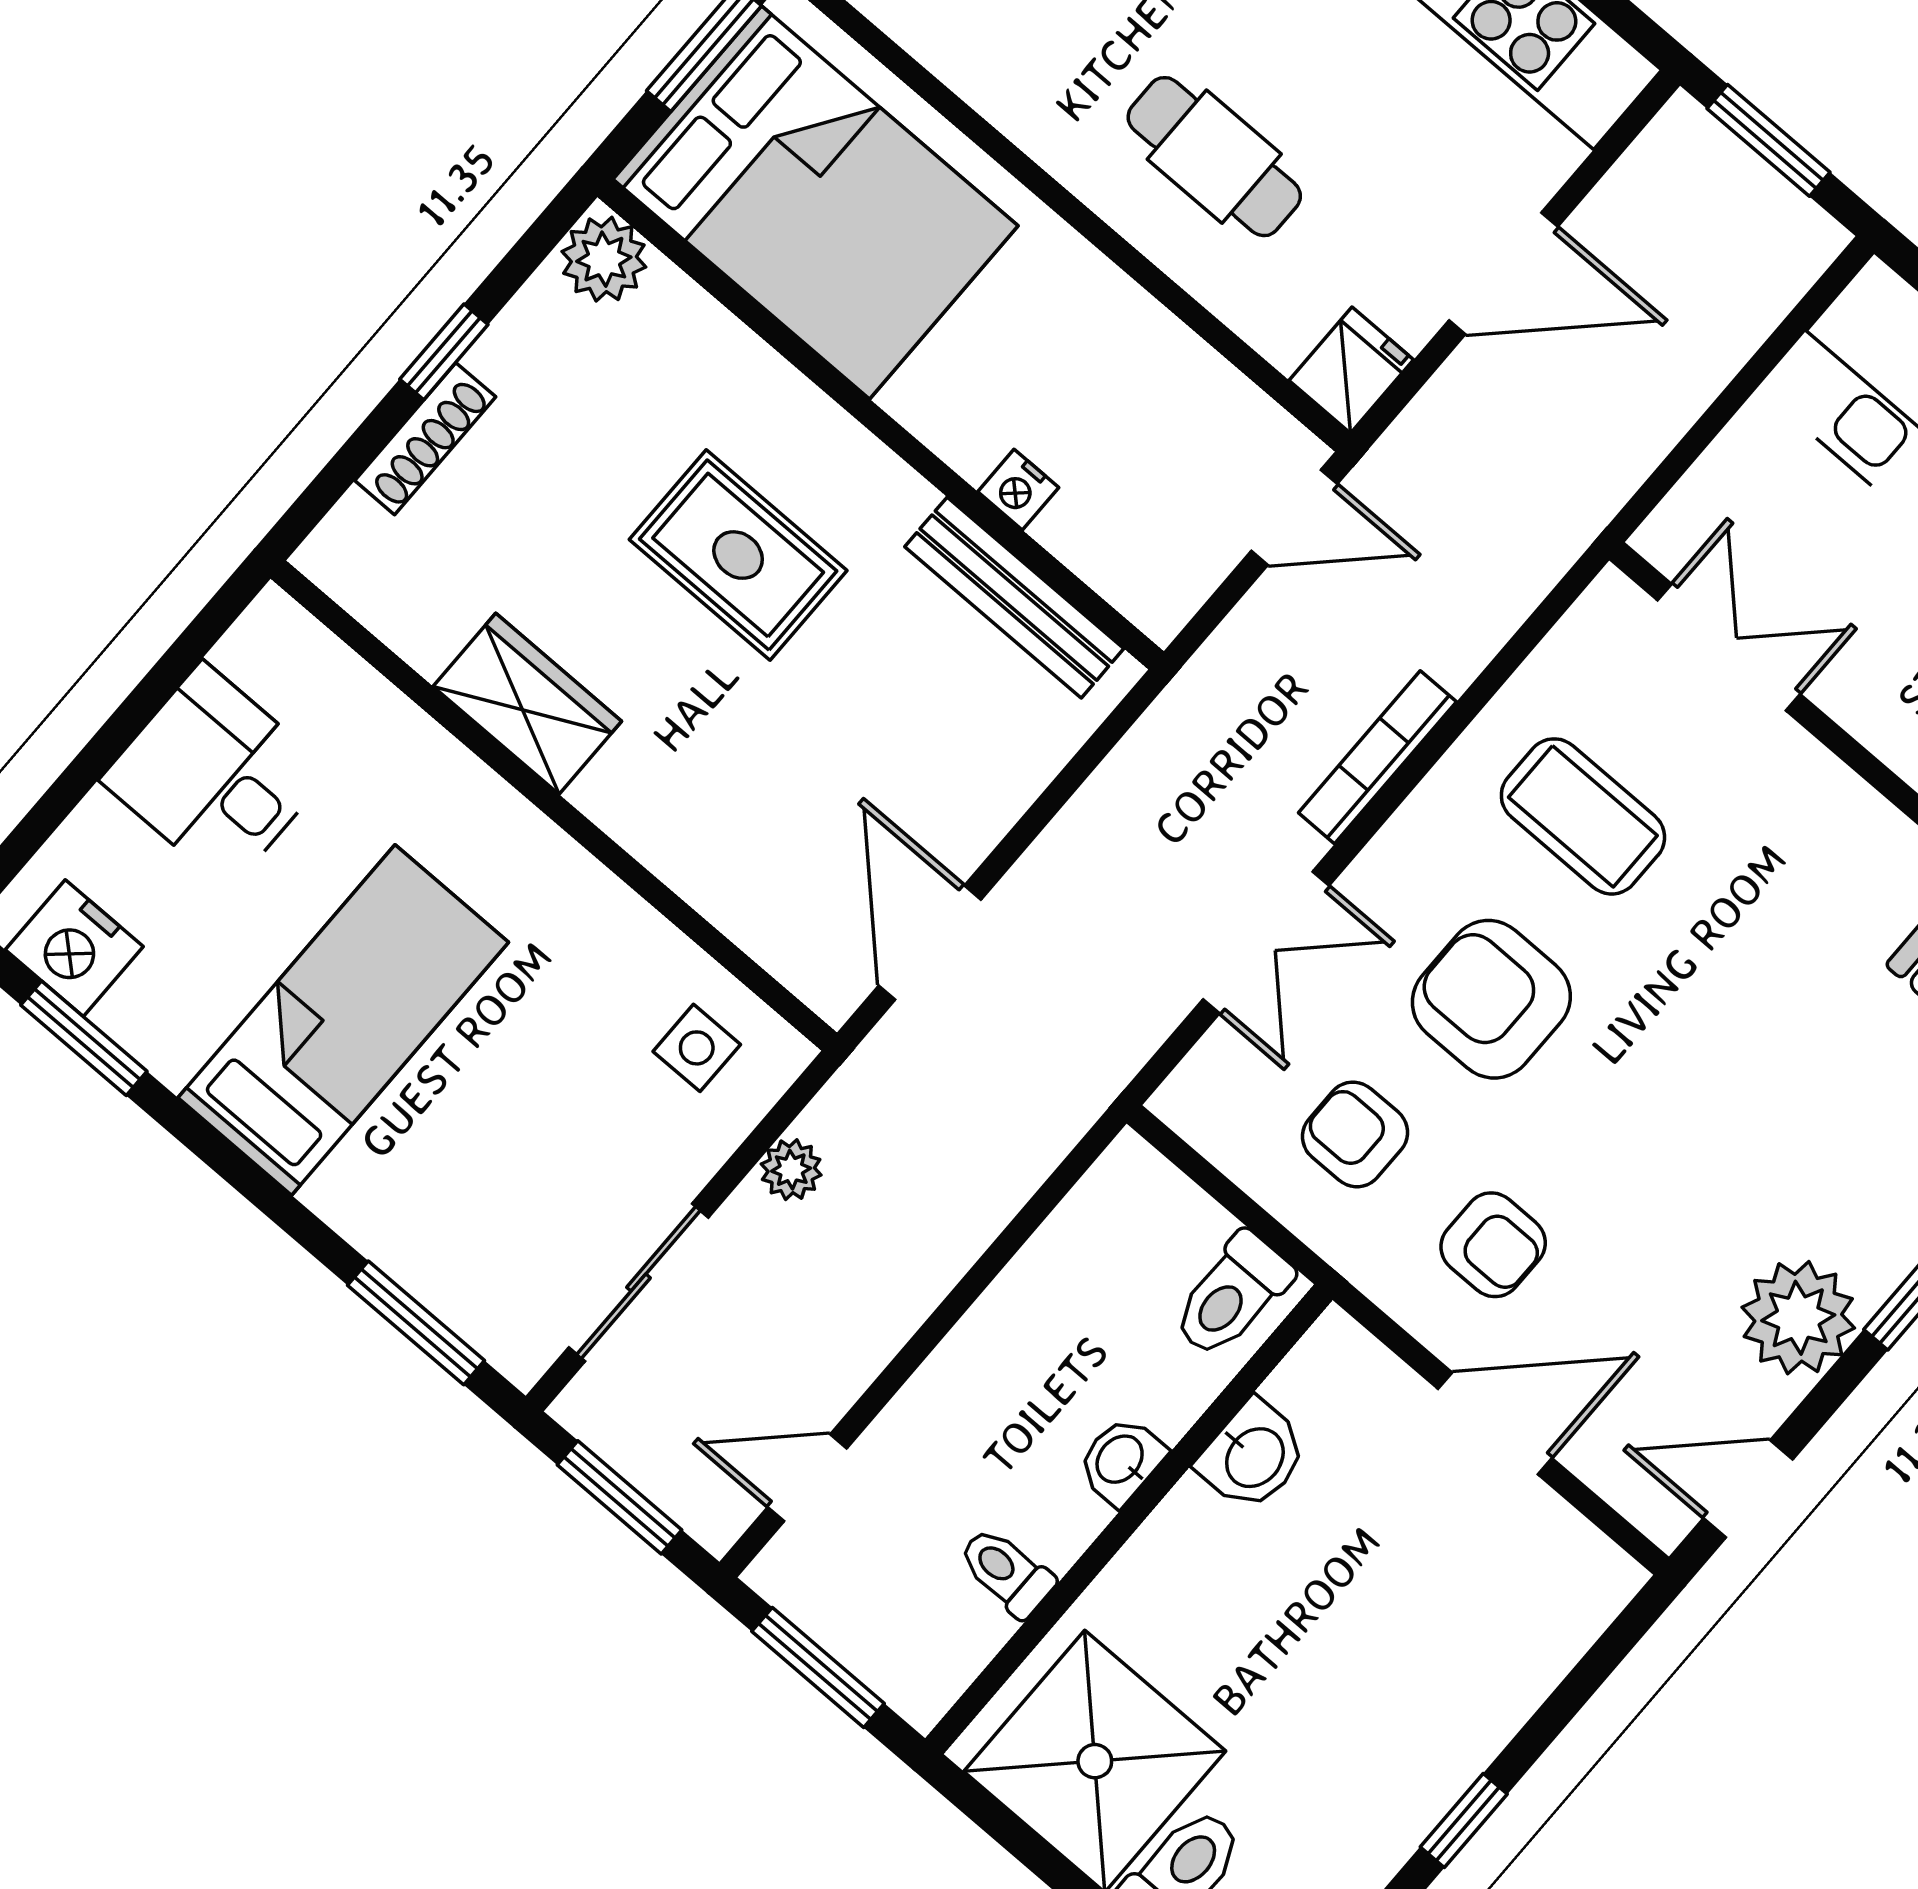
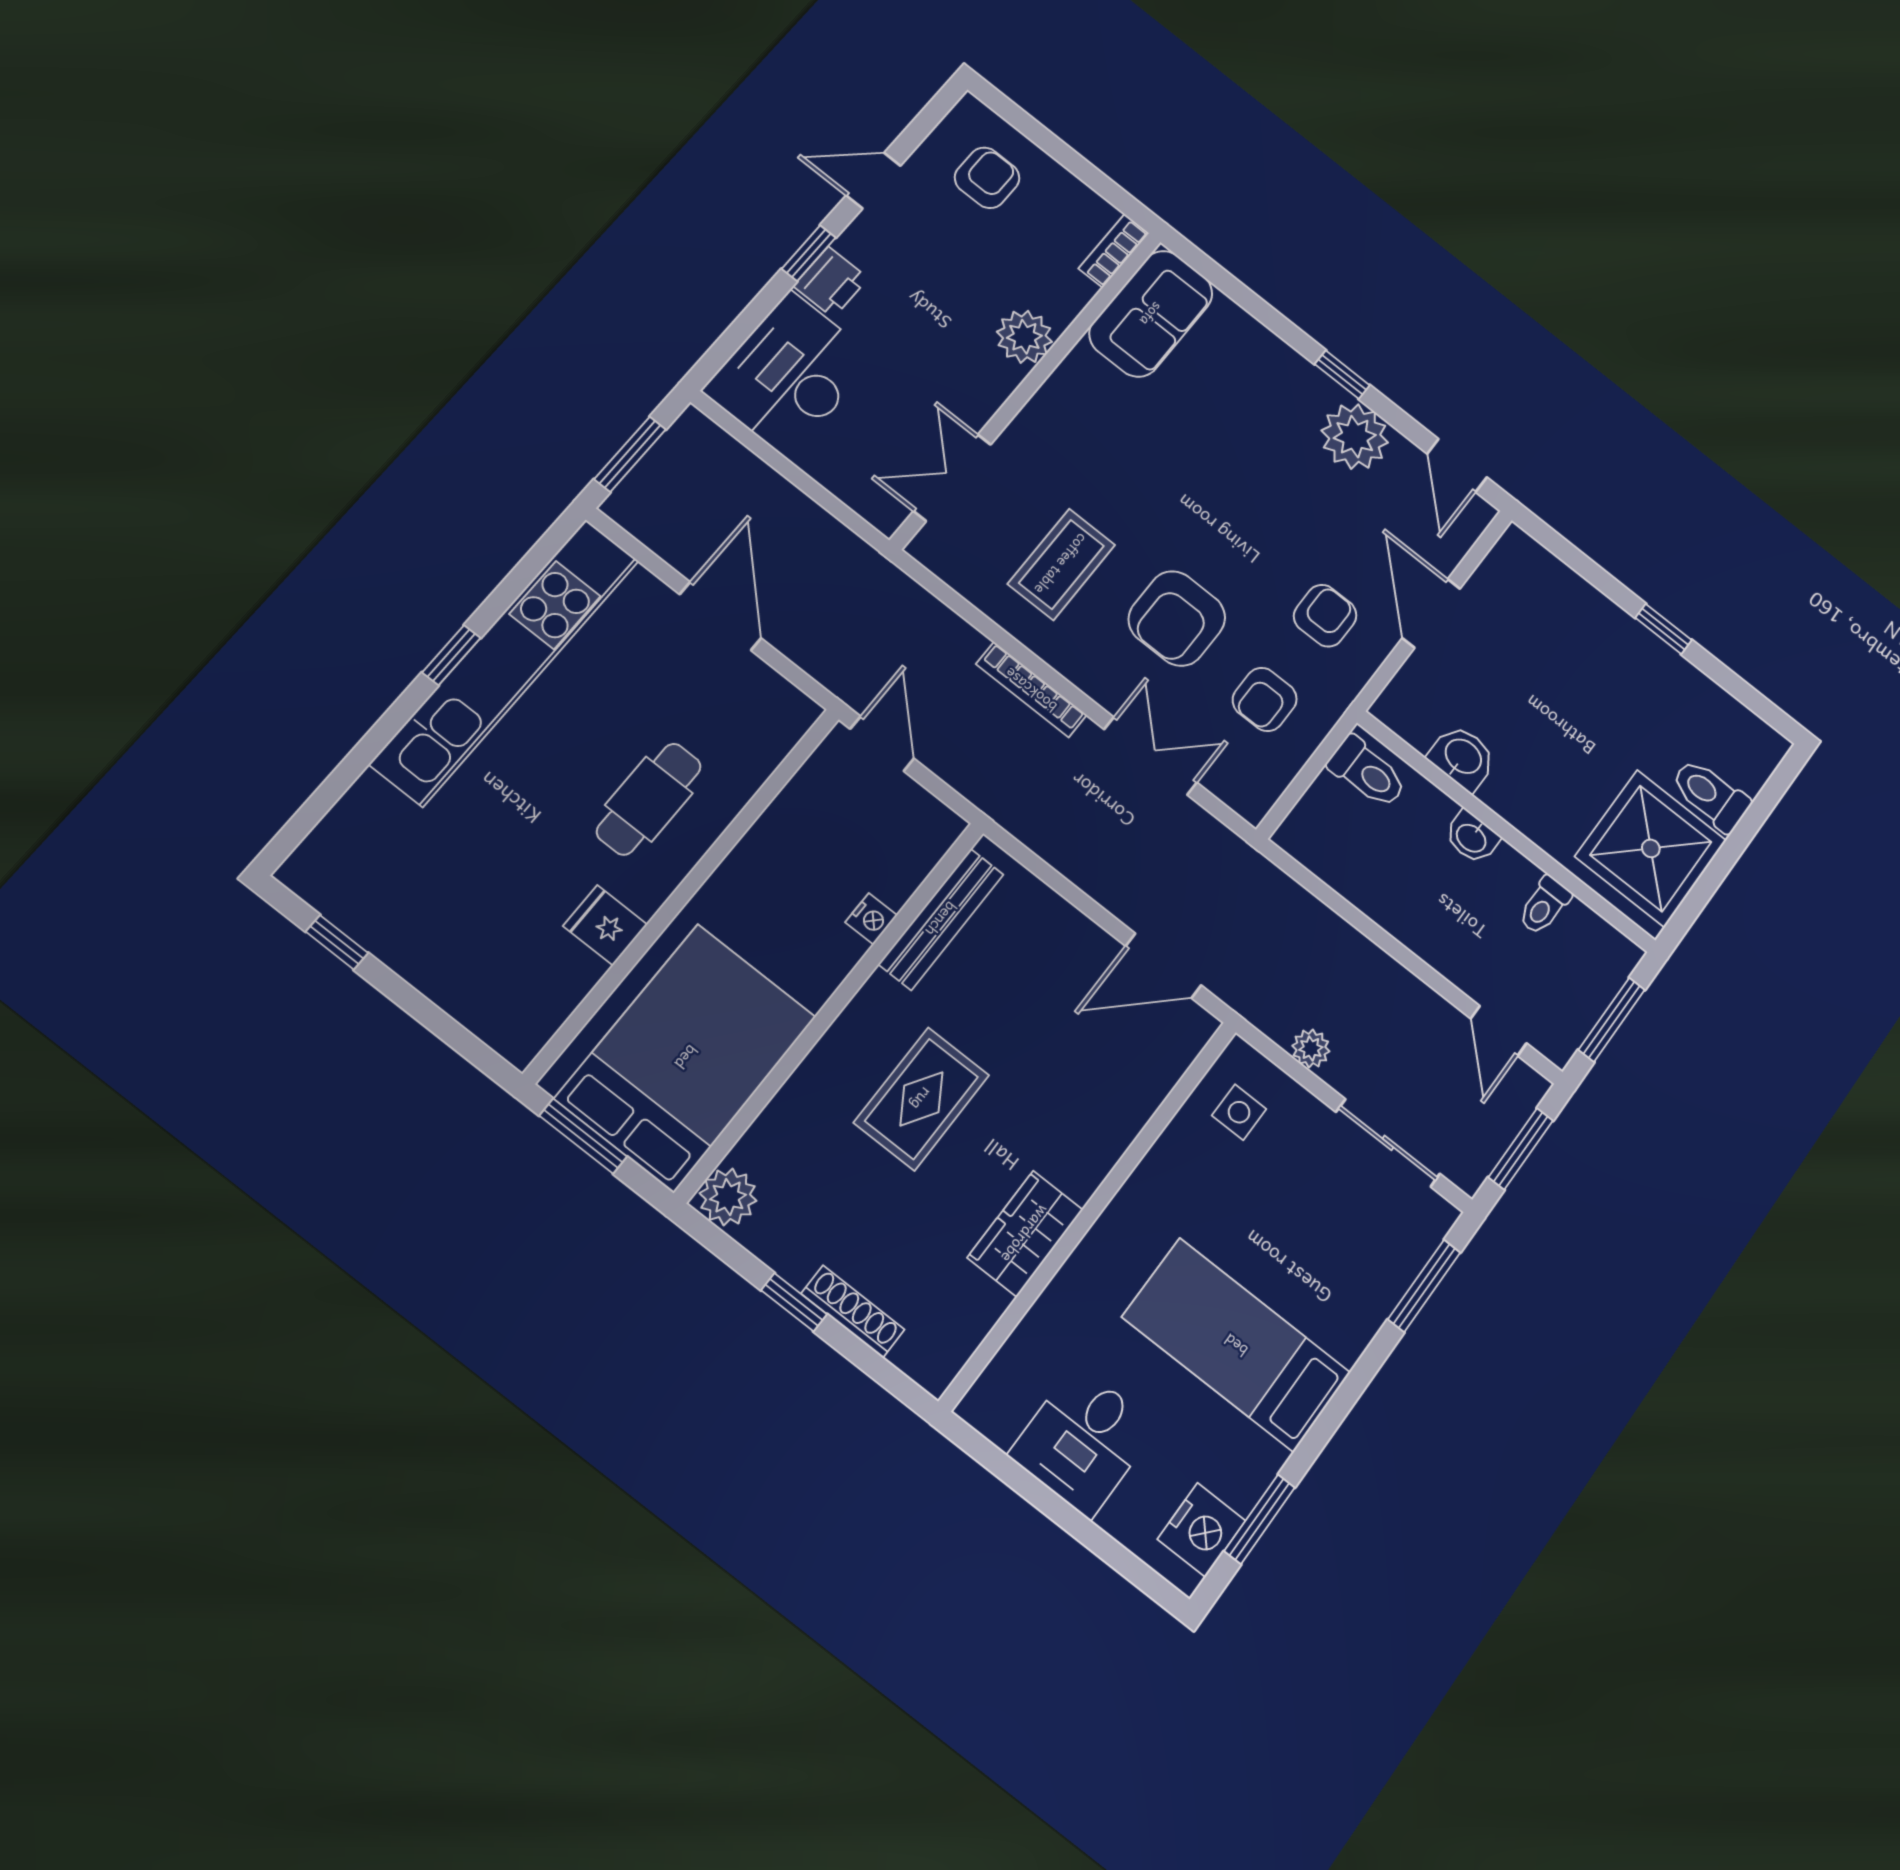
fridge: (1351, 370) -> (605, 925), moved

